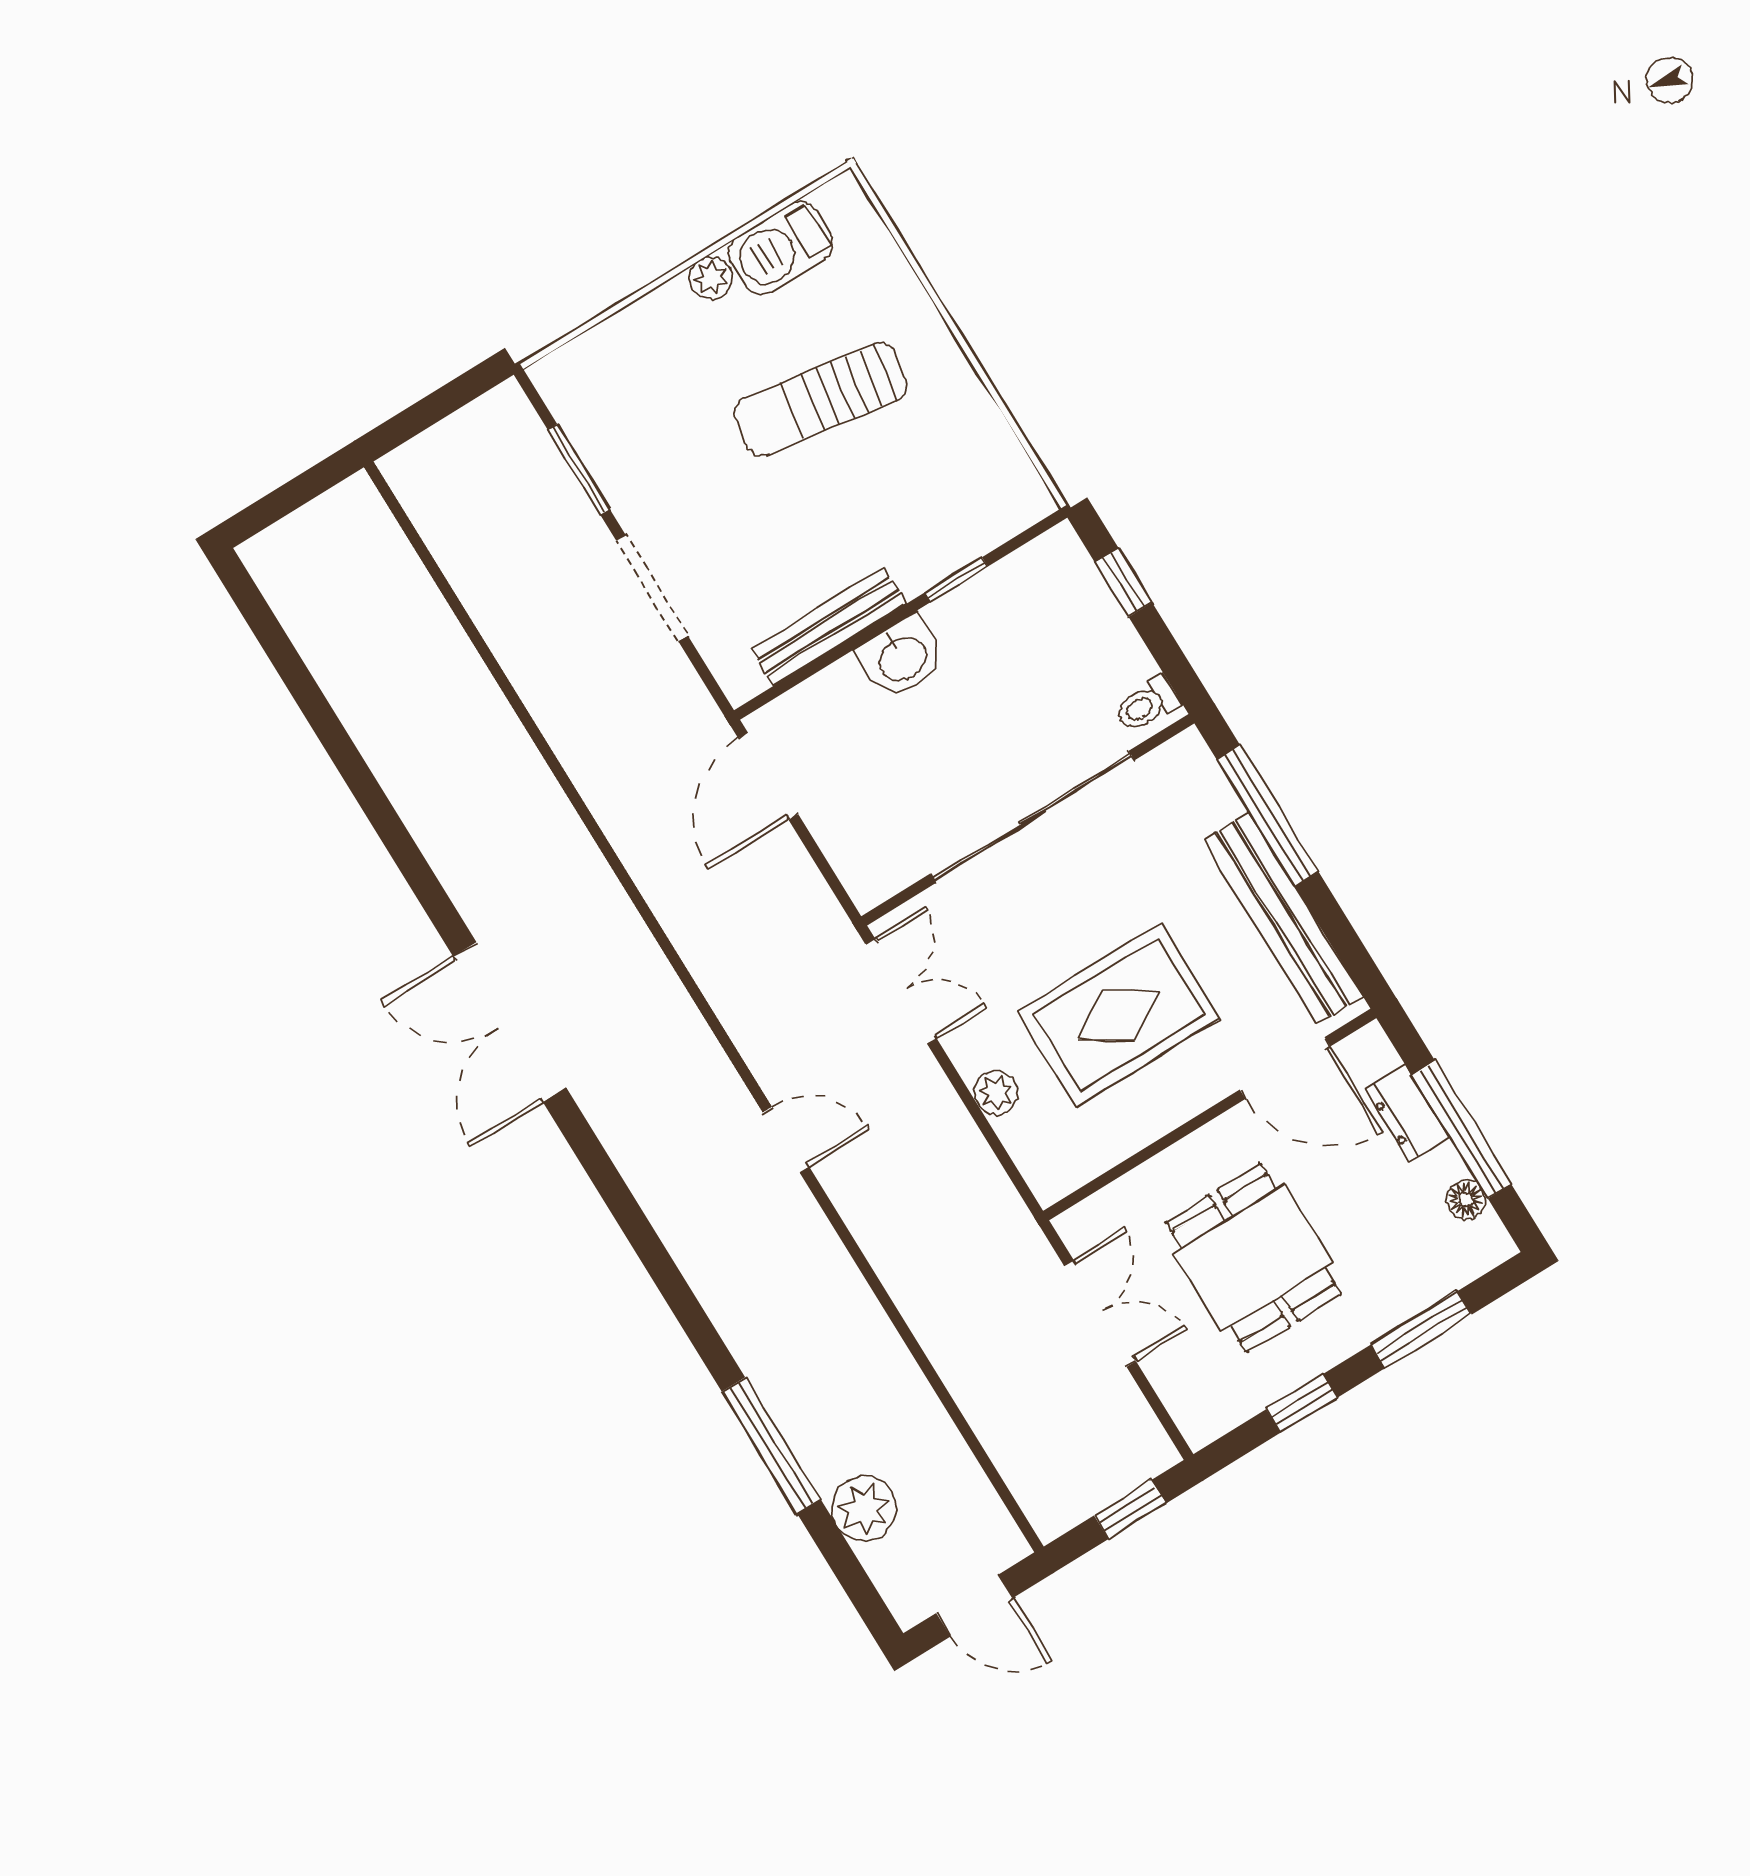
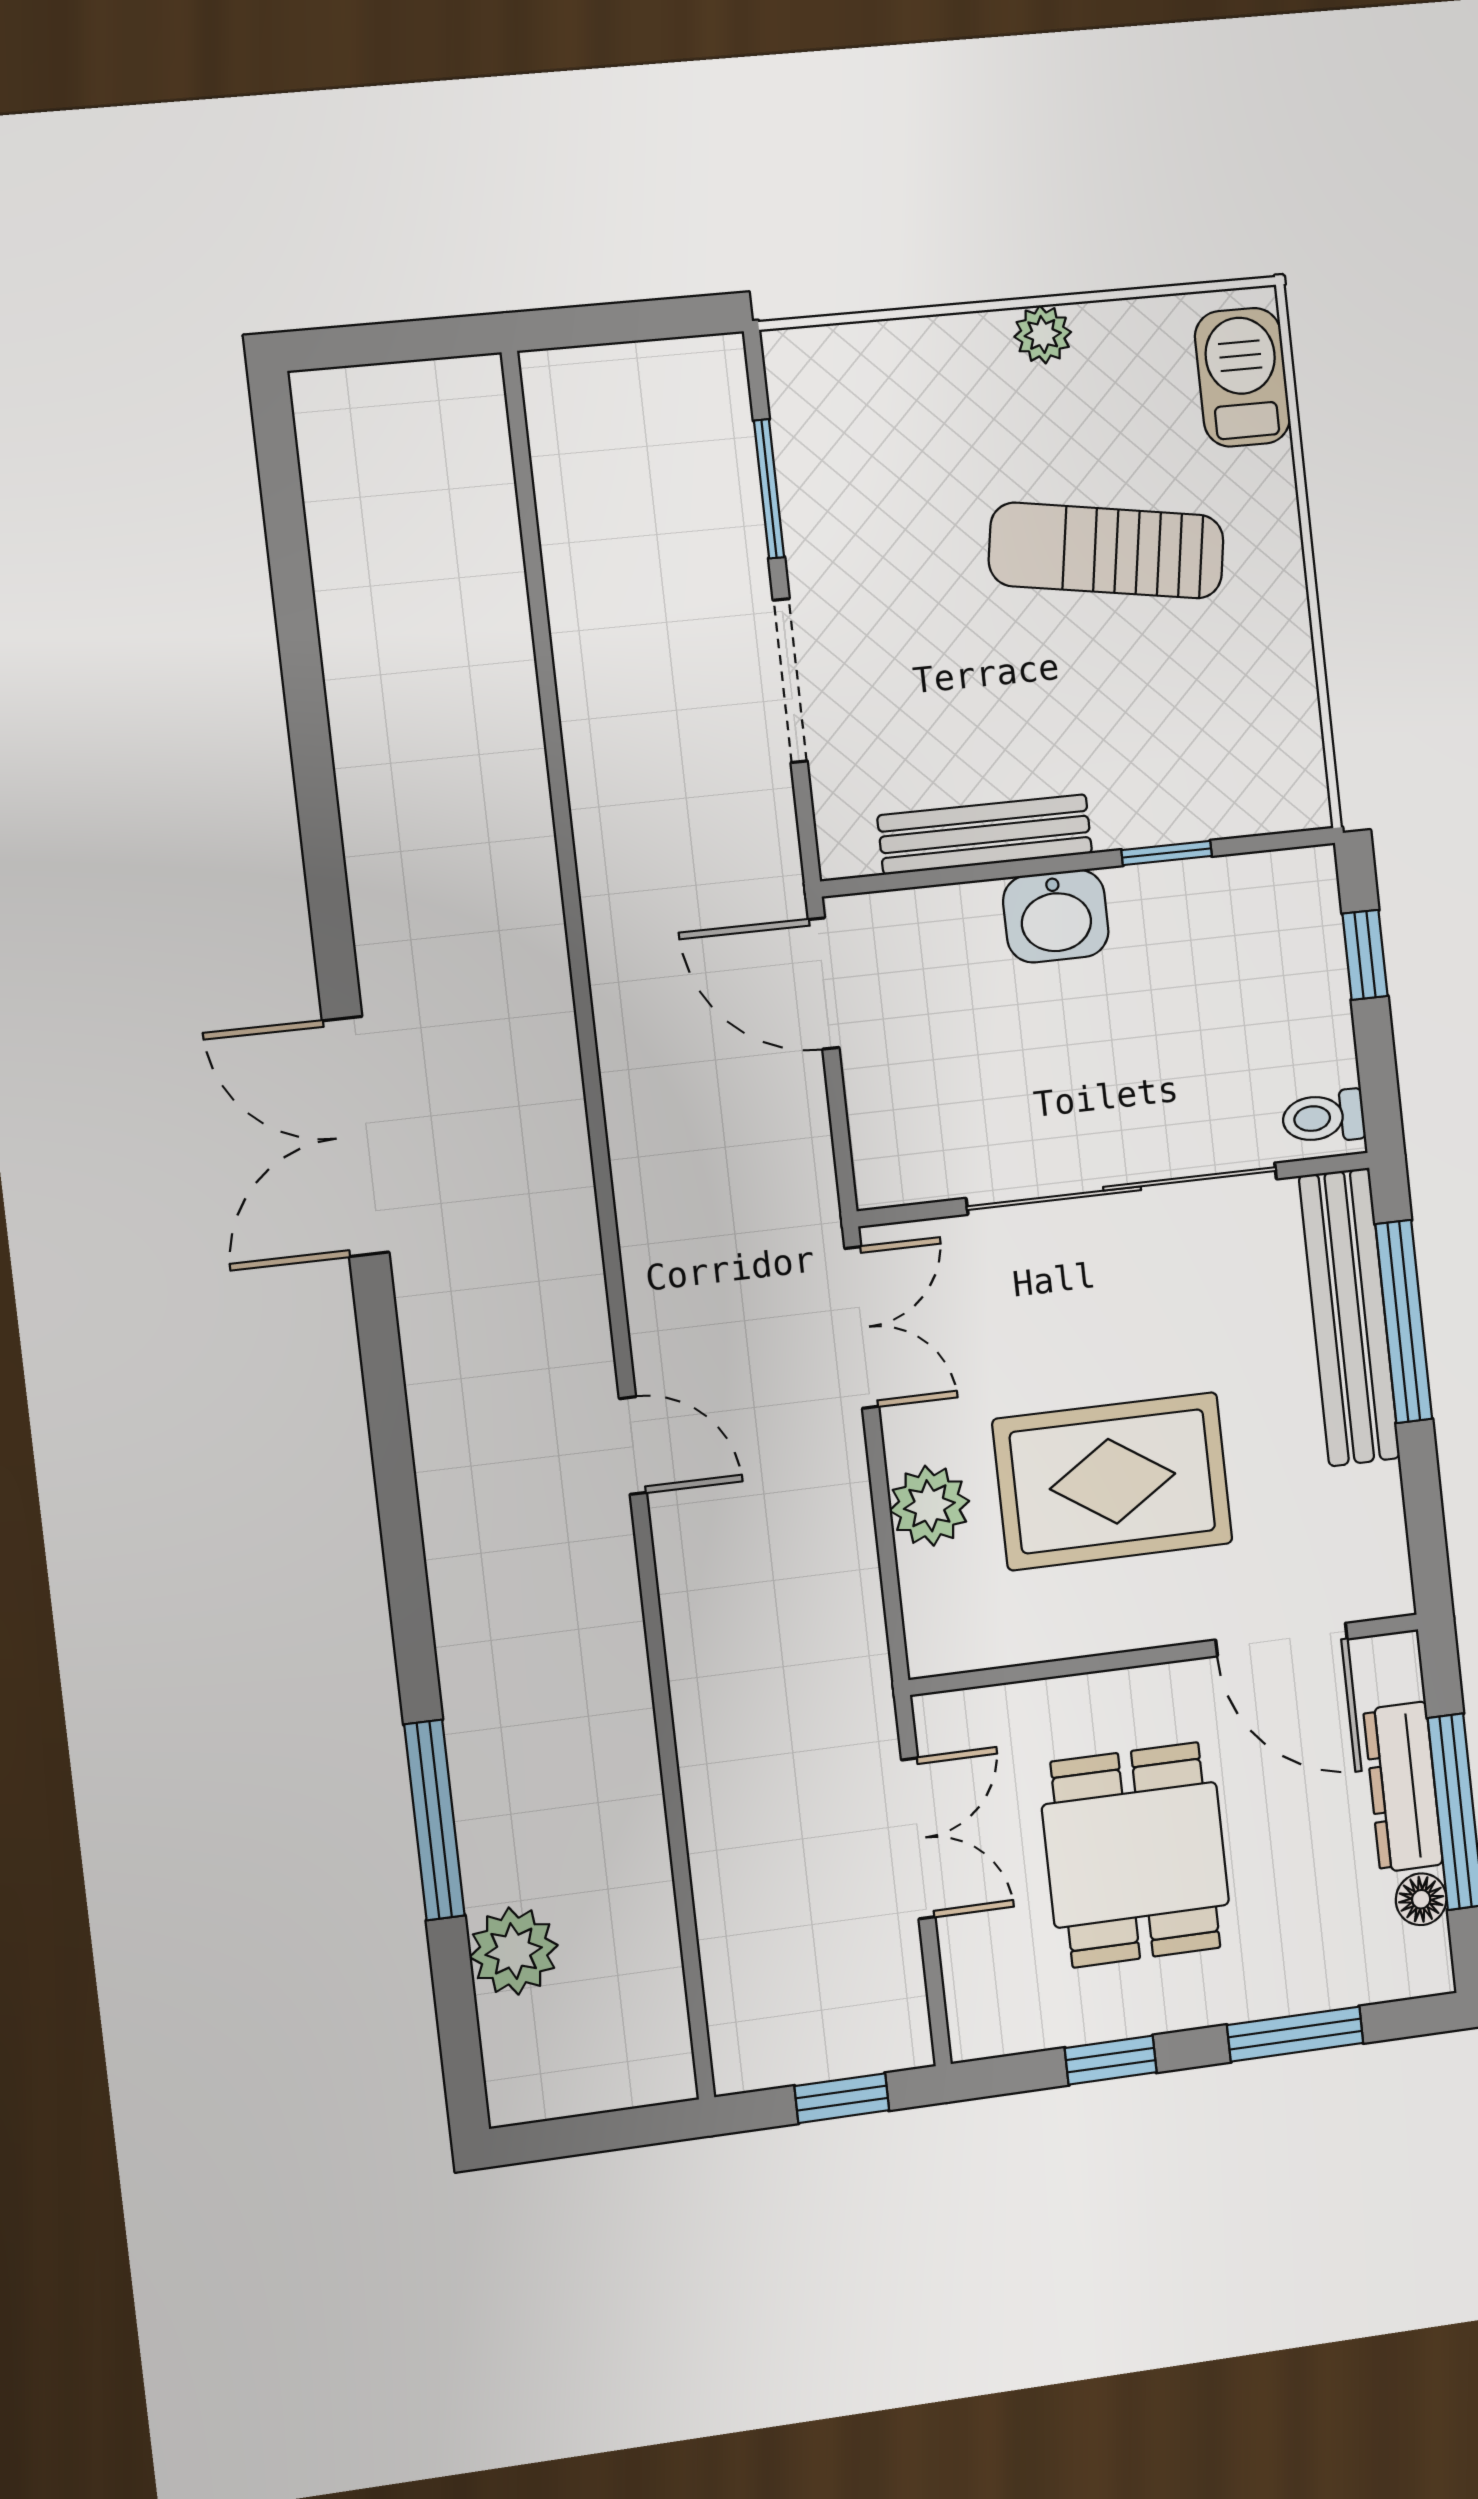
barbecue: (781, 248) -> (1242, 377), moved, turned 90
door: (768, 776) -> (824, 984), hinge flipped
bench: (1283, 918) -> (1349, 1317), moved
plant: (996, 1093) -> (929, 1506), width x1.38, depth x1.38
dresser: (1407, 1113) -> (1403, 1787), width x1.44
door: (975, 1605) -> (594, 2133), removed

